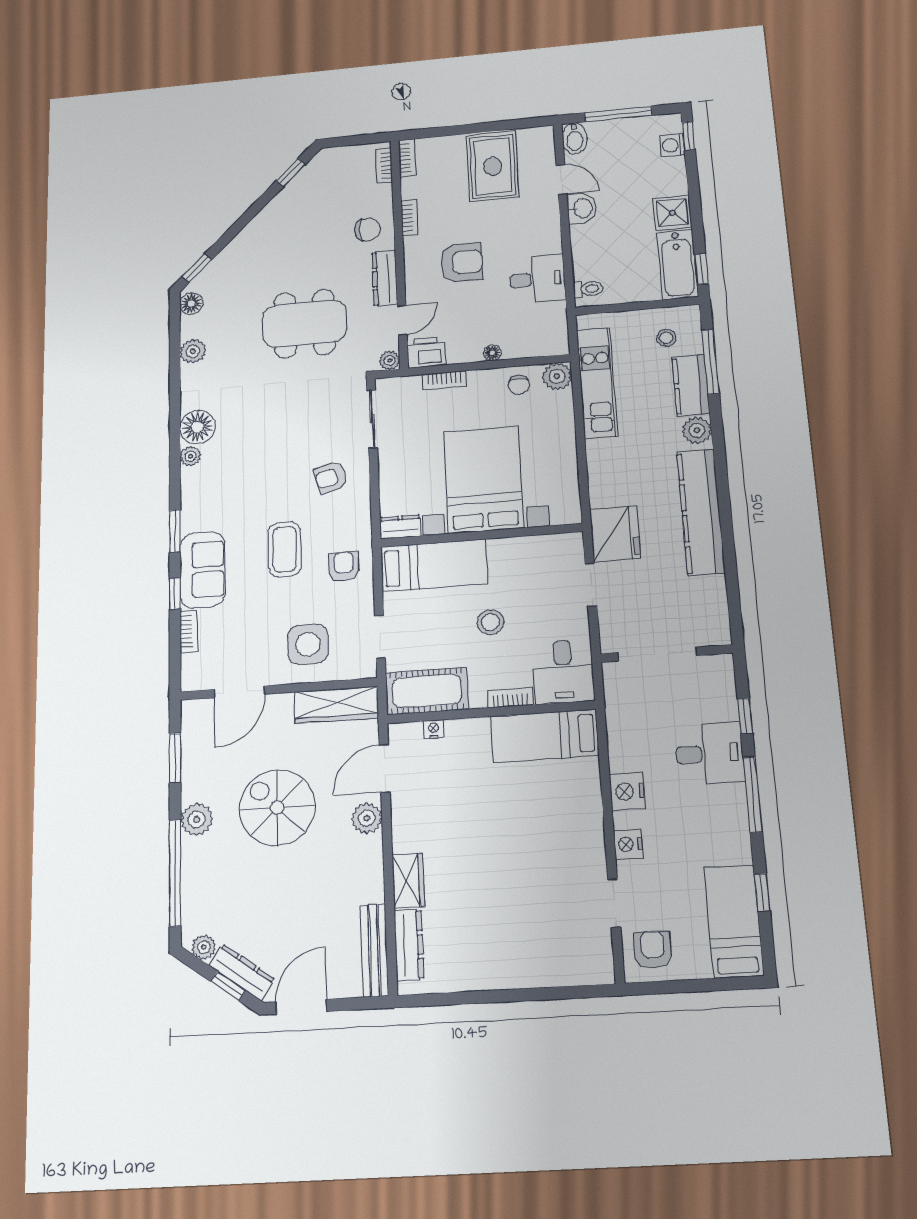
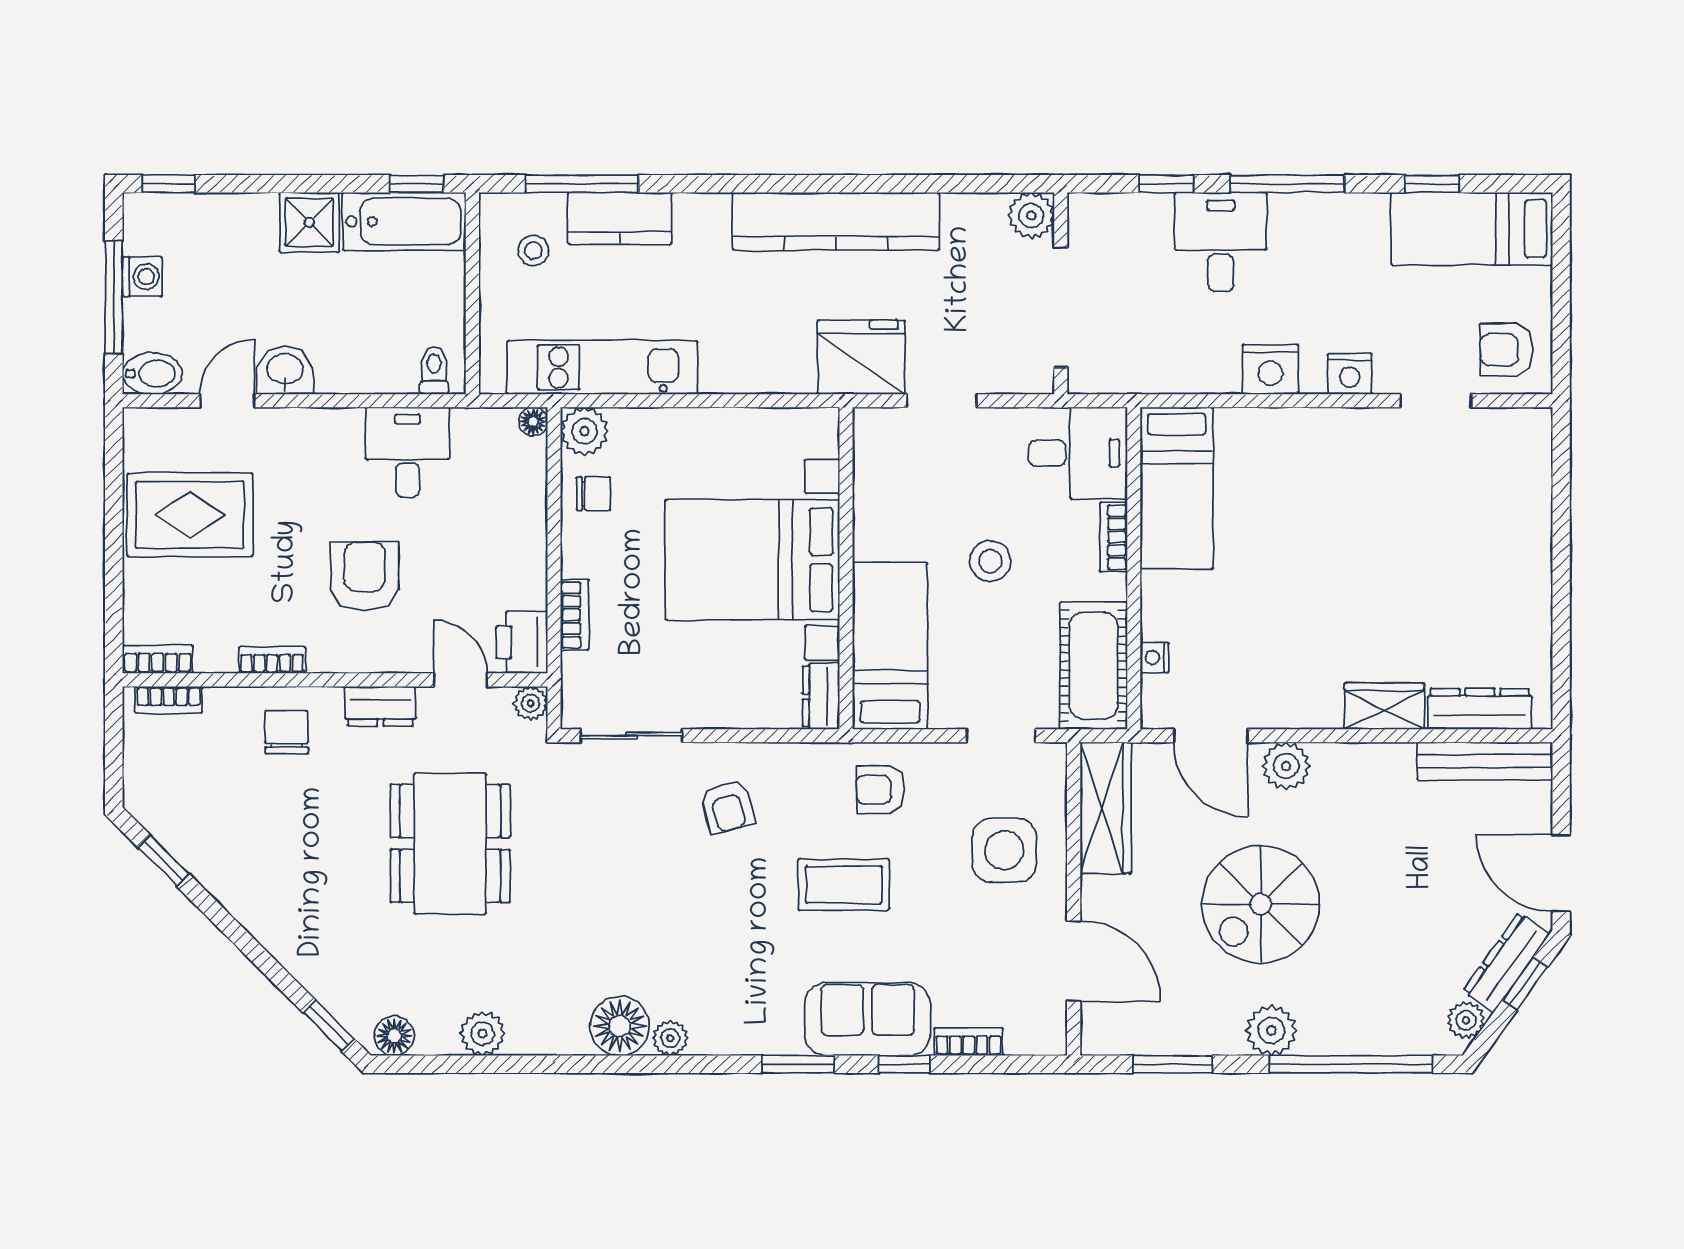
washing machine: (672, 145) -> (142, 277), moved, turned -90
dresser: (385, 278) -> (380, 706), width x0.70
floor lamp: (492, 353) -> (533, 422), moved
plant: (697, 430) -> (1031, 215), moved

